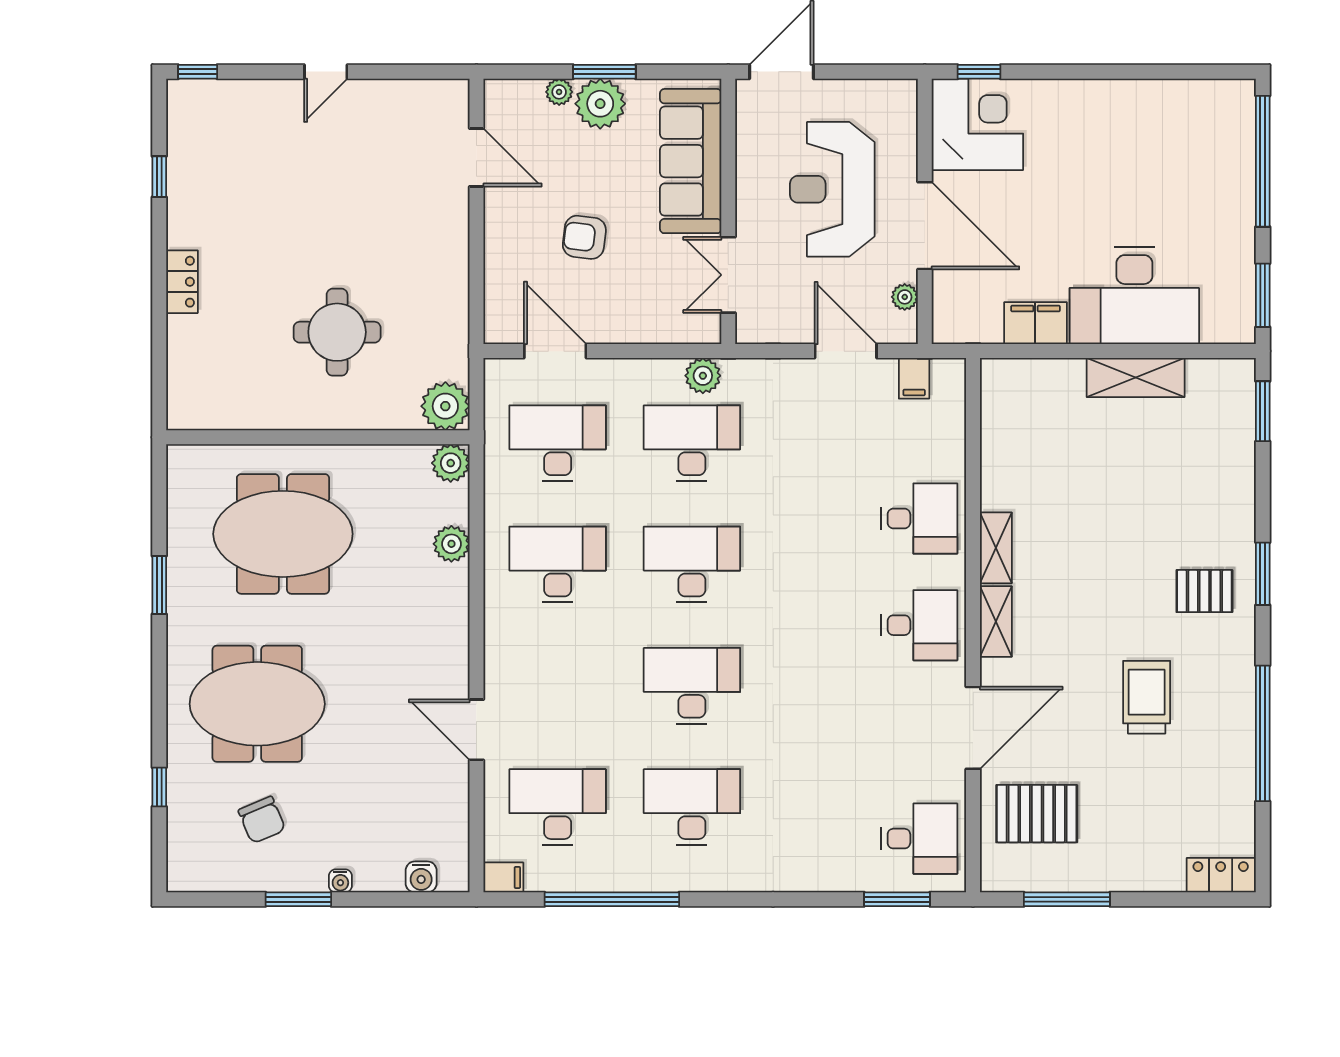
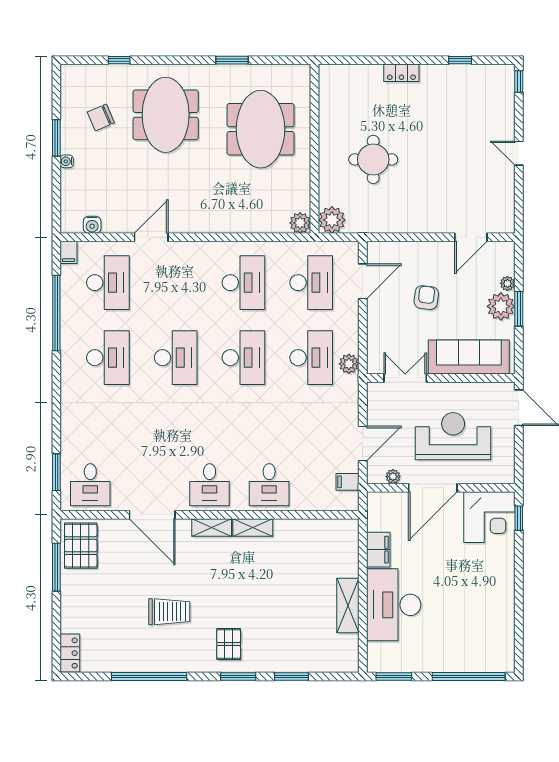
window: (1263, 411) -> (291, 677), moved
plant: (451, 544) -> (255, 223), removed
pallet: (1037, 814) -> (81, 546), moved
water cooler: (421, 877) -> (92, 225), moved, turned -90

